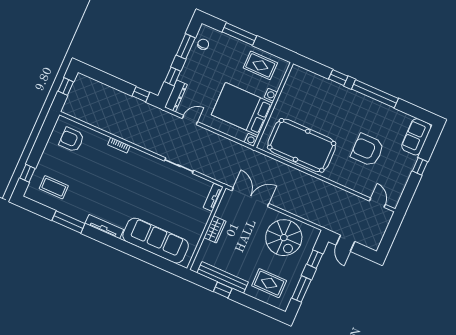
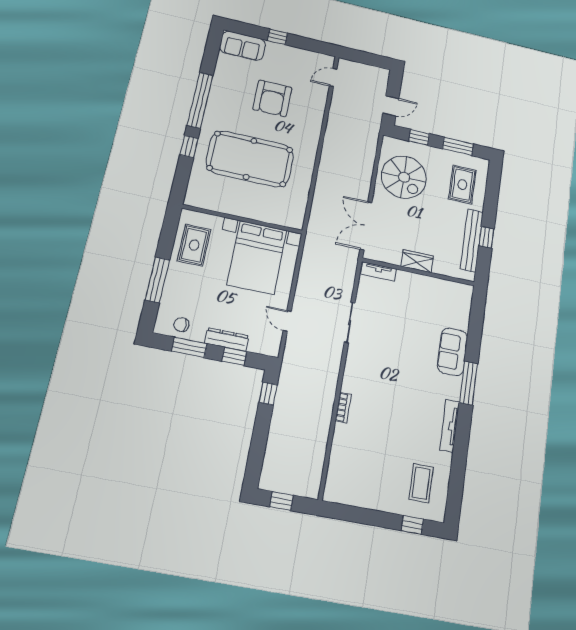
dresser: (176, 96) -> (227, 339), moved
armchair: (72, 140) -> (352, 474), removed
pool table: (302, 145) -> (250, 159), moved, turned 90
window: (68, 222) -> (469, 383), moved
tv unit: (104, 227) -> (450, 426), moved
spiral stairs: (284, 238) -> (404, 177), turned 90
sofa: (156, 241) -> (452, 352), width x0.54, depth x0.79

